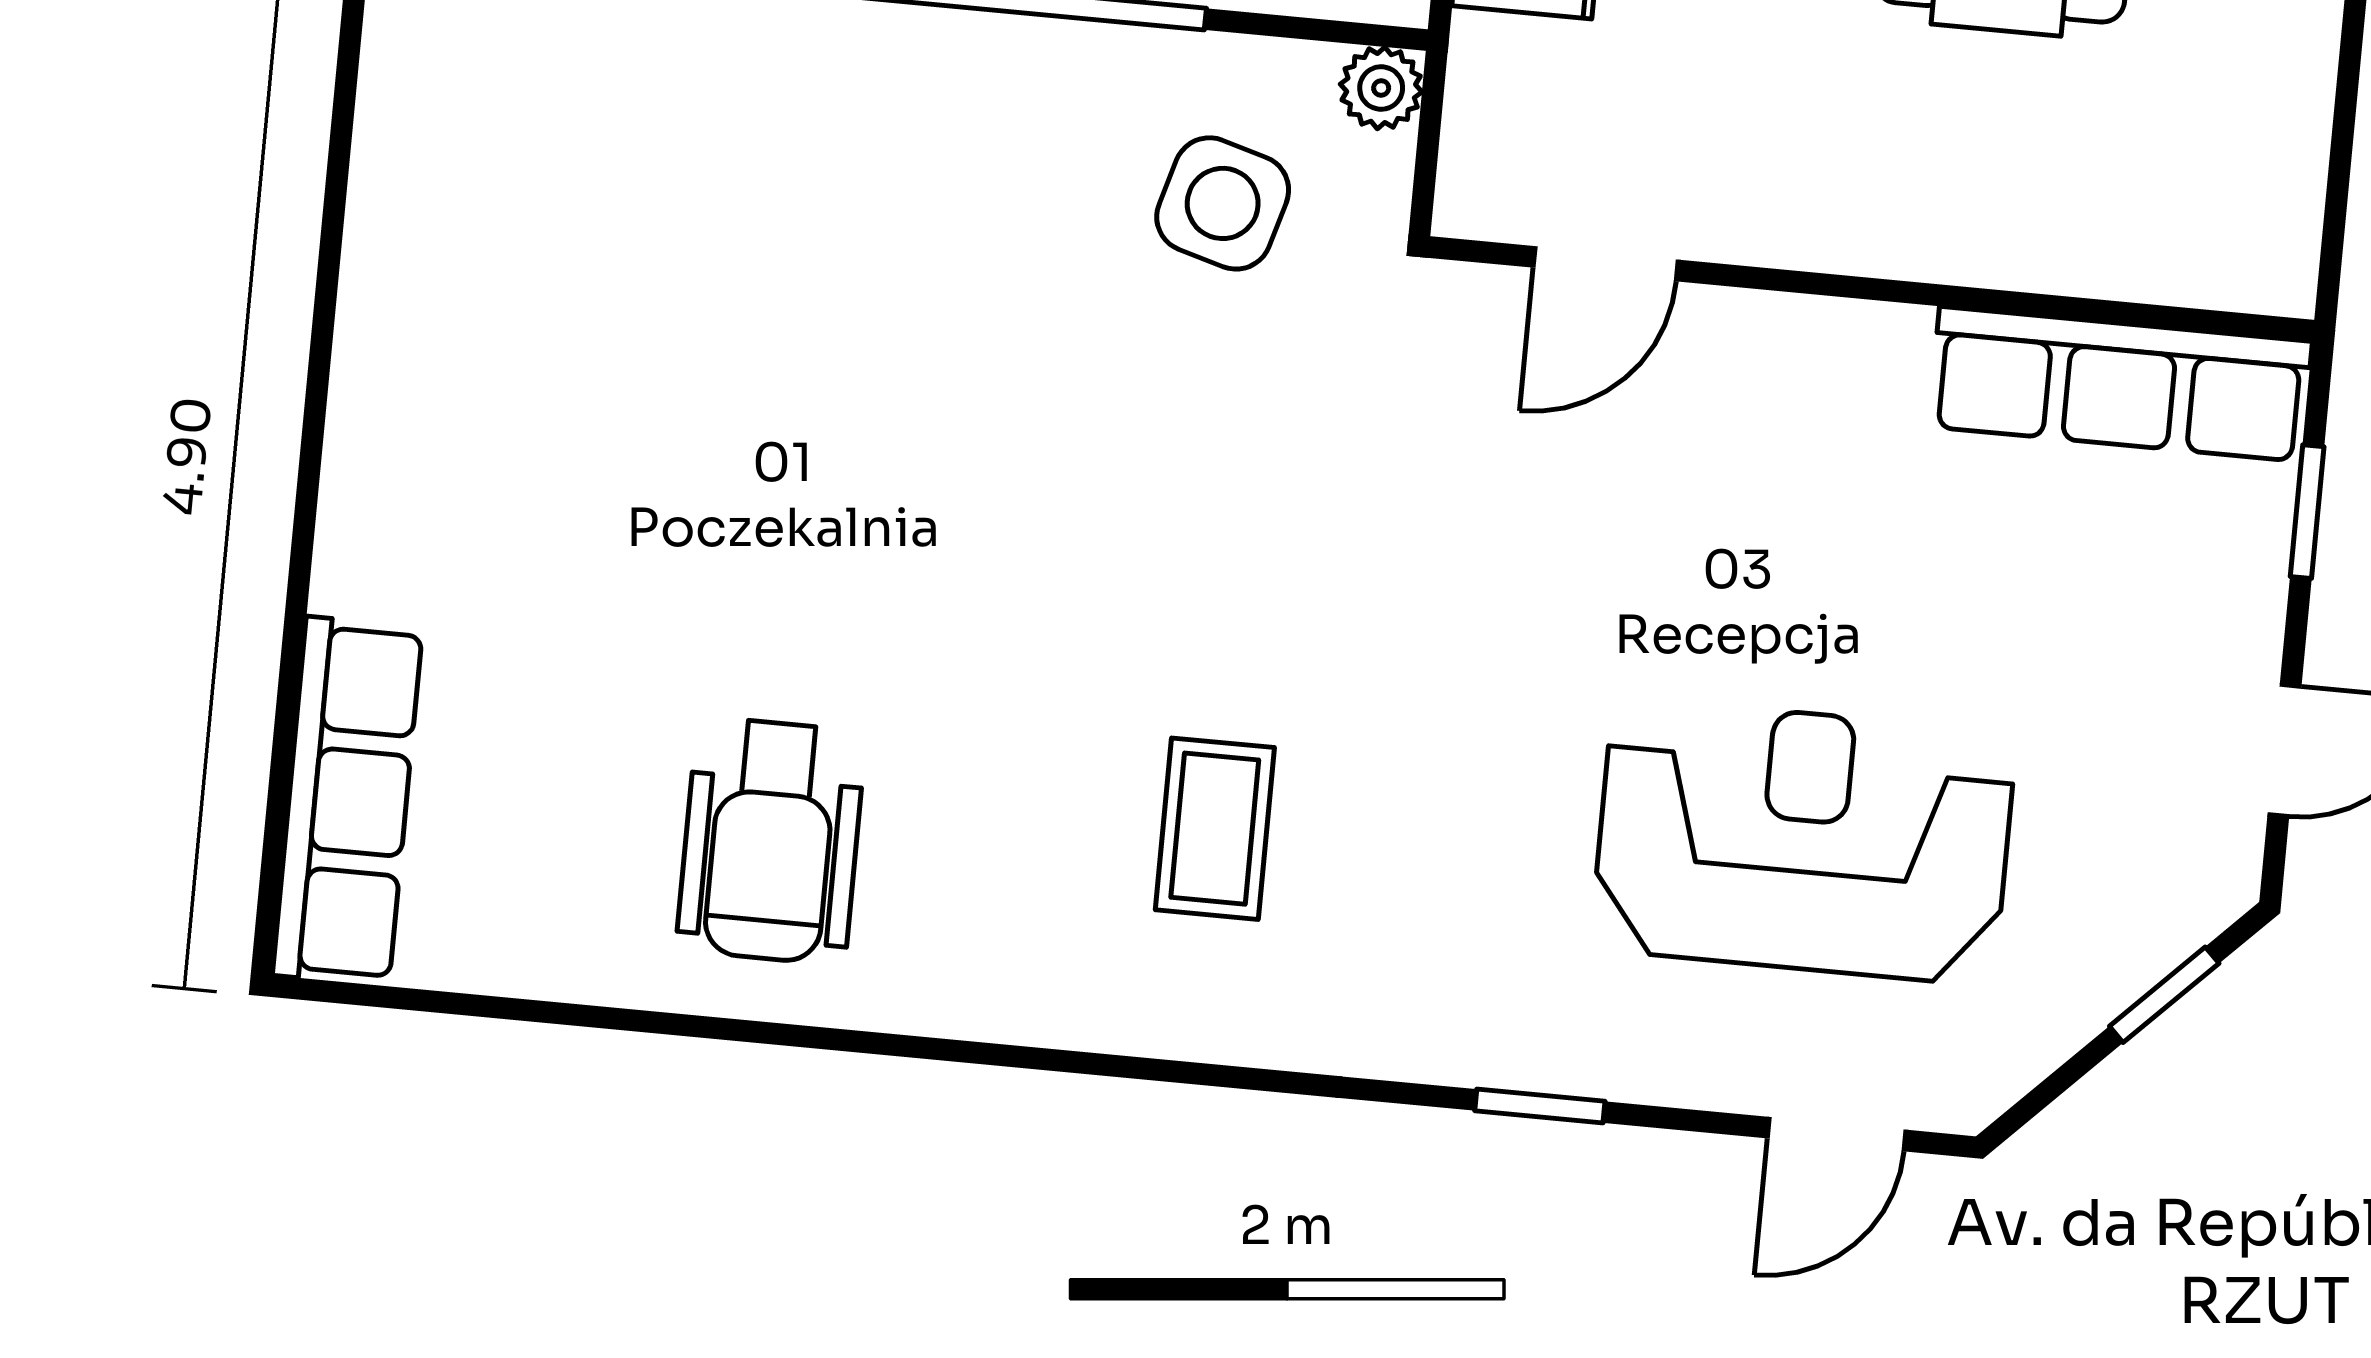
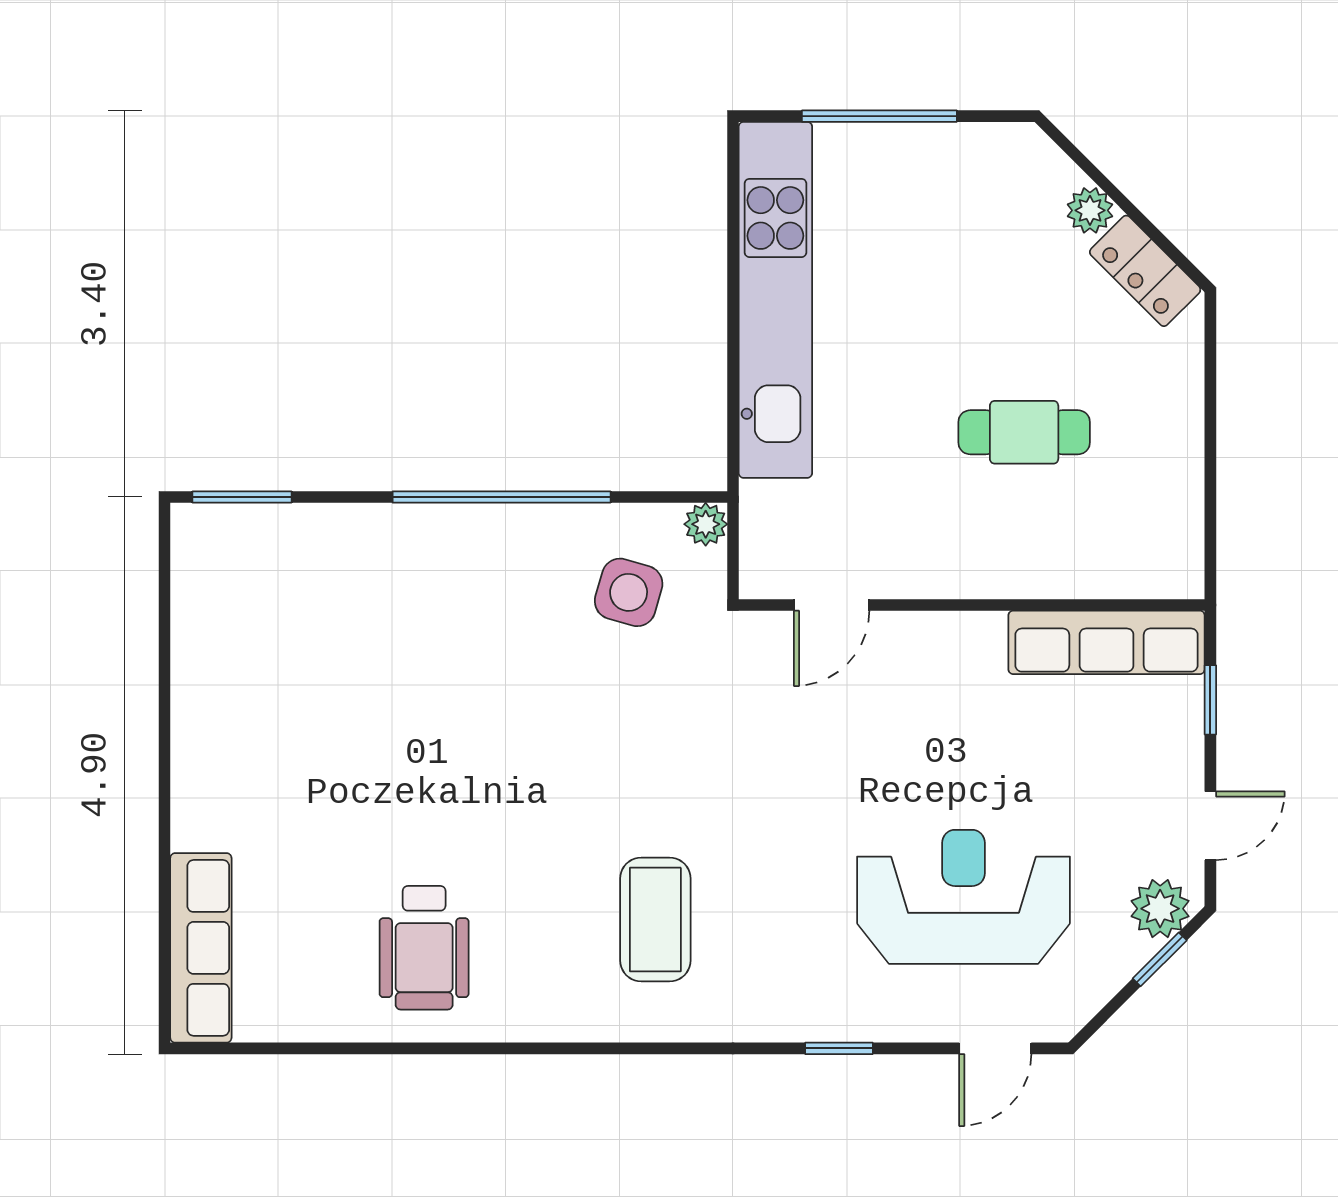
coffee table: (1215, 829) -> (655, 919), width x1.36, depth x1.30
plant: (2174, 899) -> (1160, 909), added

